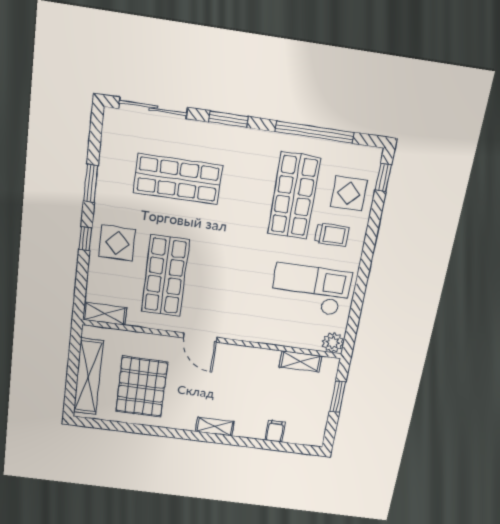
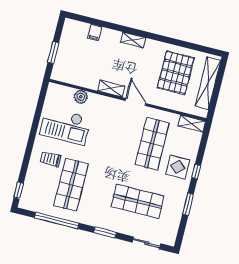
sliding door: (153, 108) -> (147, 243), width x0.73
display table: (349, 193) -> (39, 183), removed
plant: (333, 343) -> (81, 97), moved
shelving: (300, 361) -> (111, 88), moved

